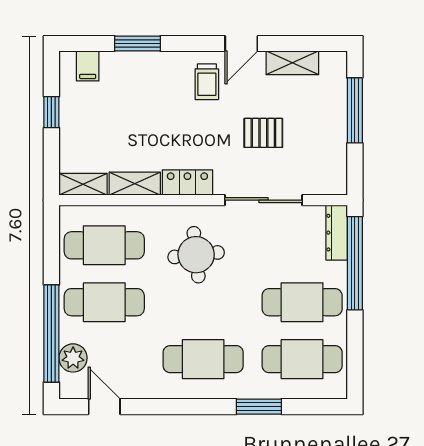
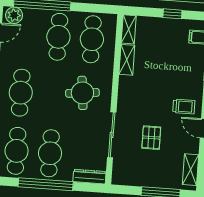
shelving: (292, 63) -> (190, 170), moved
trolley: (207, 82) -> (184, 107), turned 180
locker: (187, 183) -> (125, 91), removed
window: (355, 263) -> (46, 184), moved
plant: (73, 358) -> (14, 15), moved

